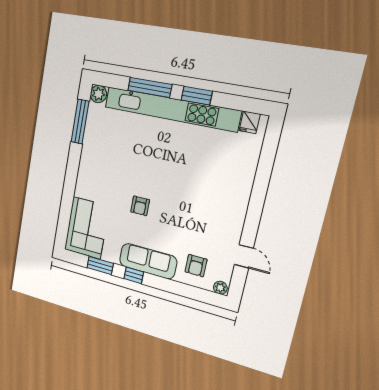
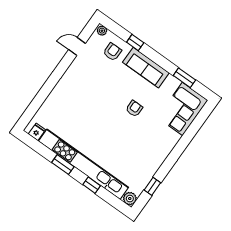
window: (150, 87) -> (92, 185), width x0.46
window: (80, 122) -> (152, 186), width x0.46
door: (244, 256) -> (77, 46), hinge flipped
window: (134, 275) -> (135, 43), moved

